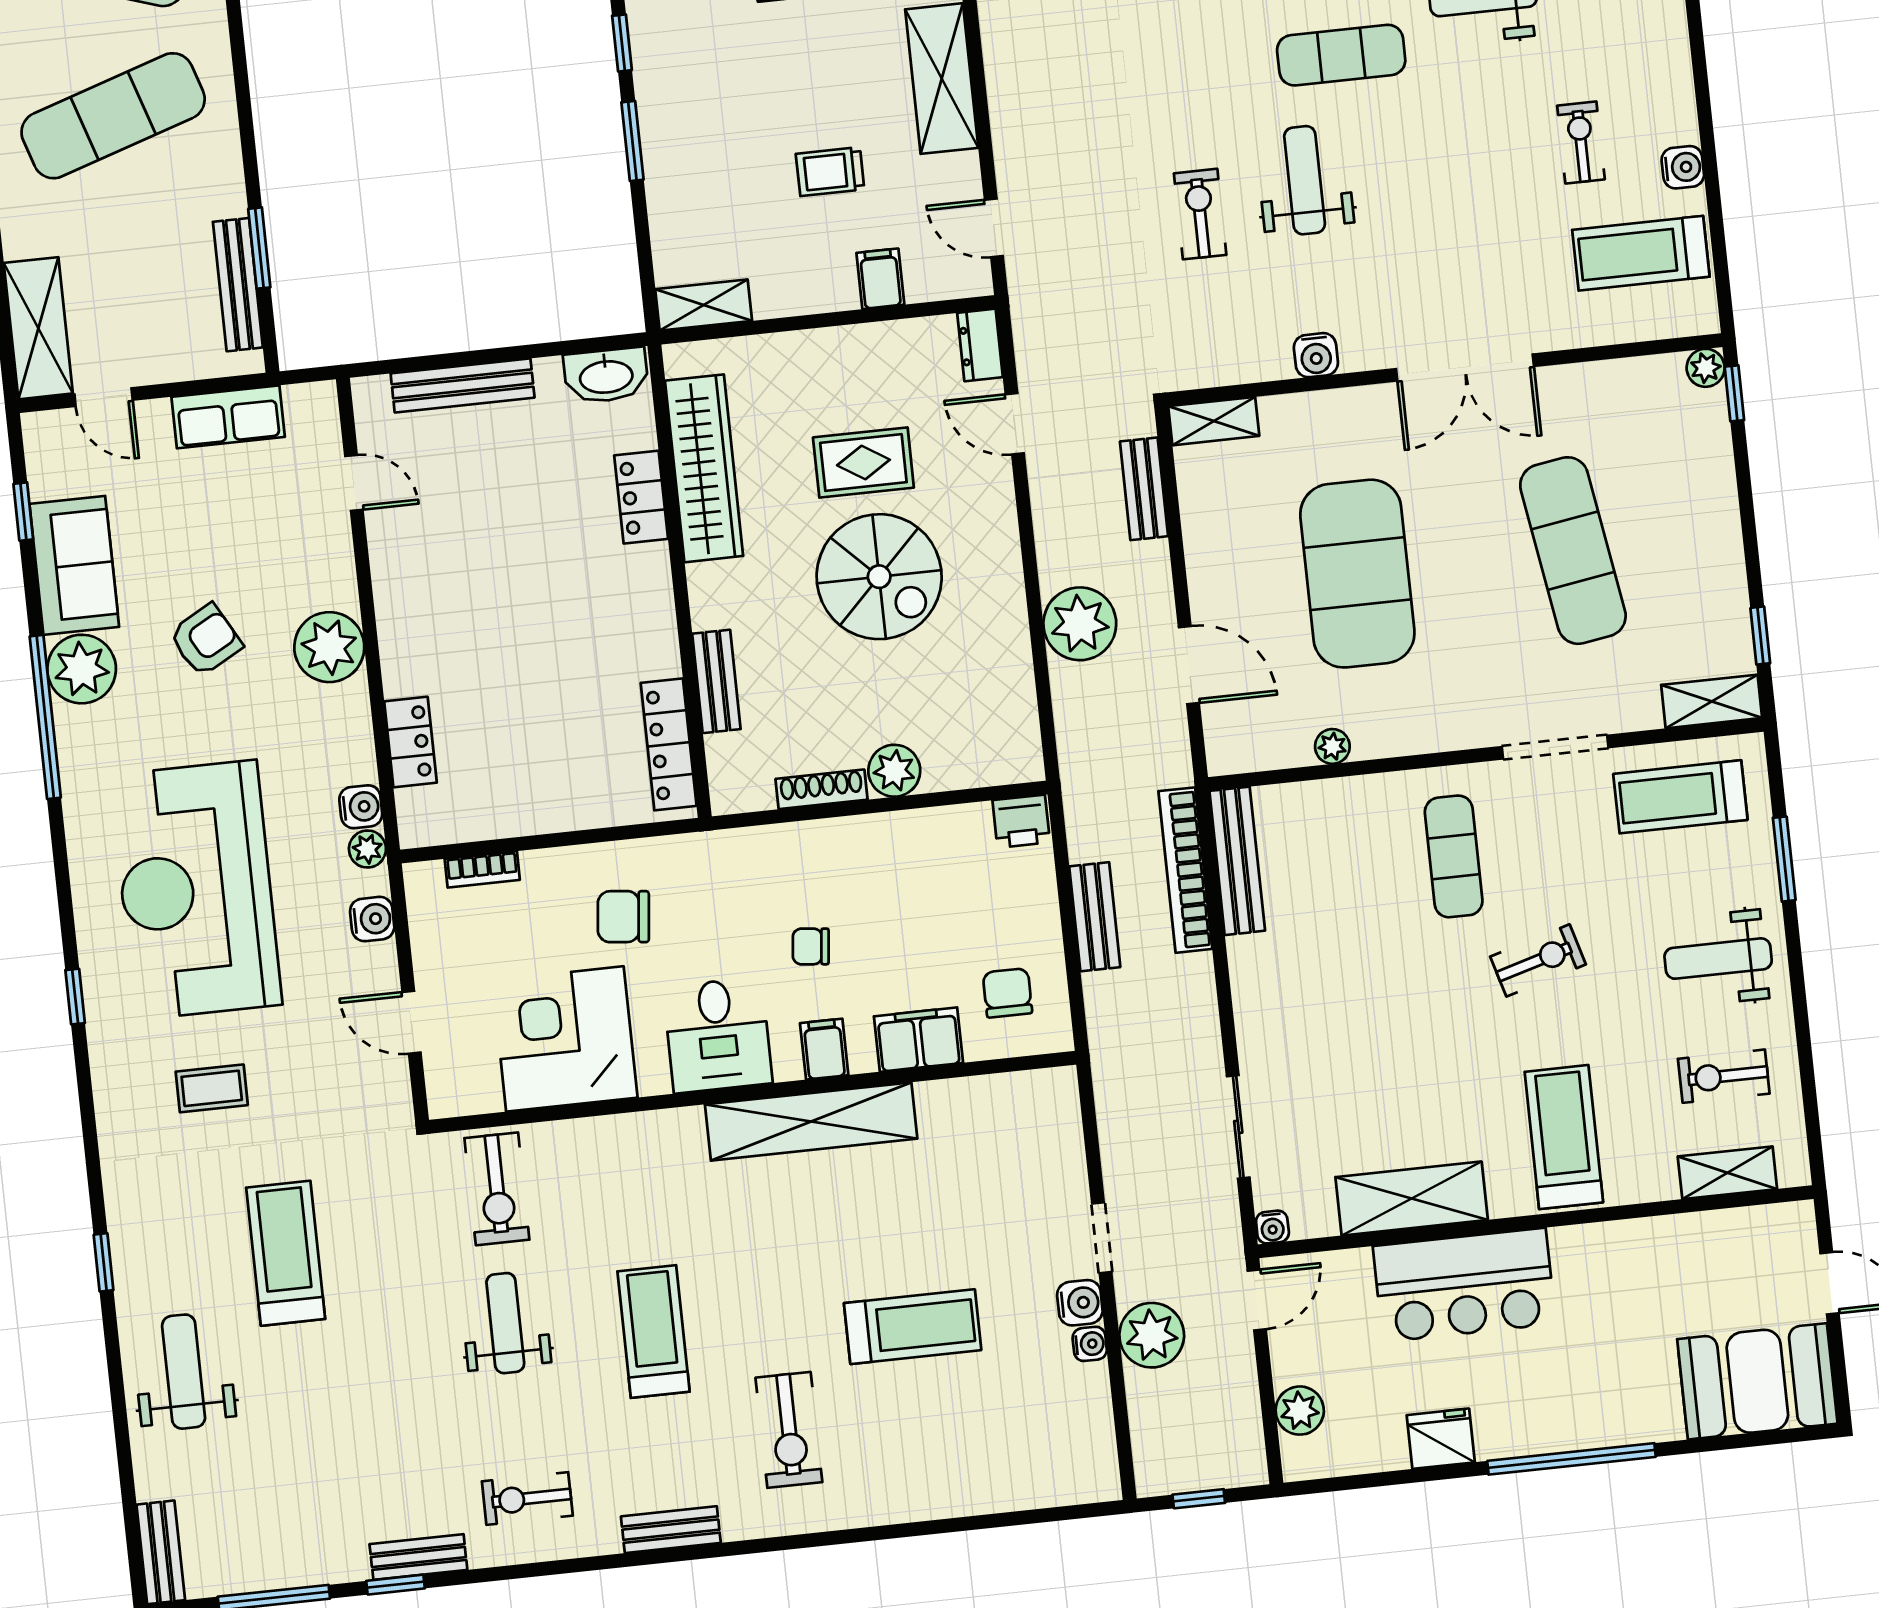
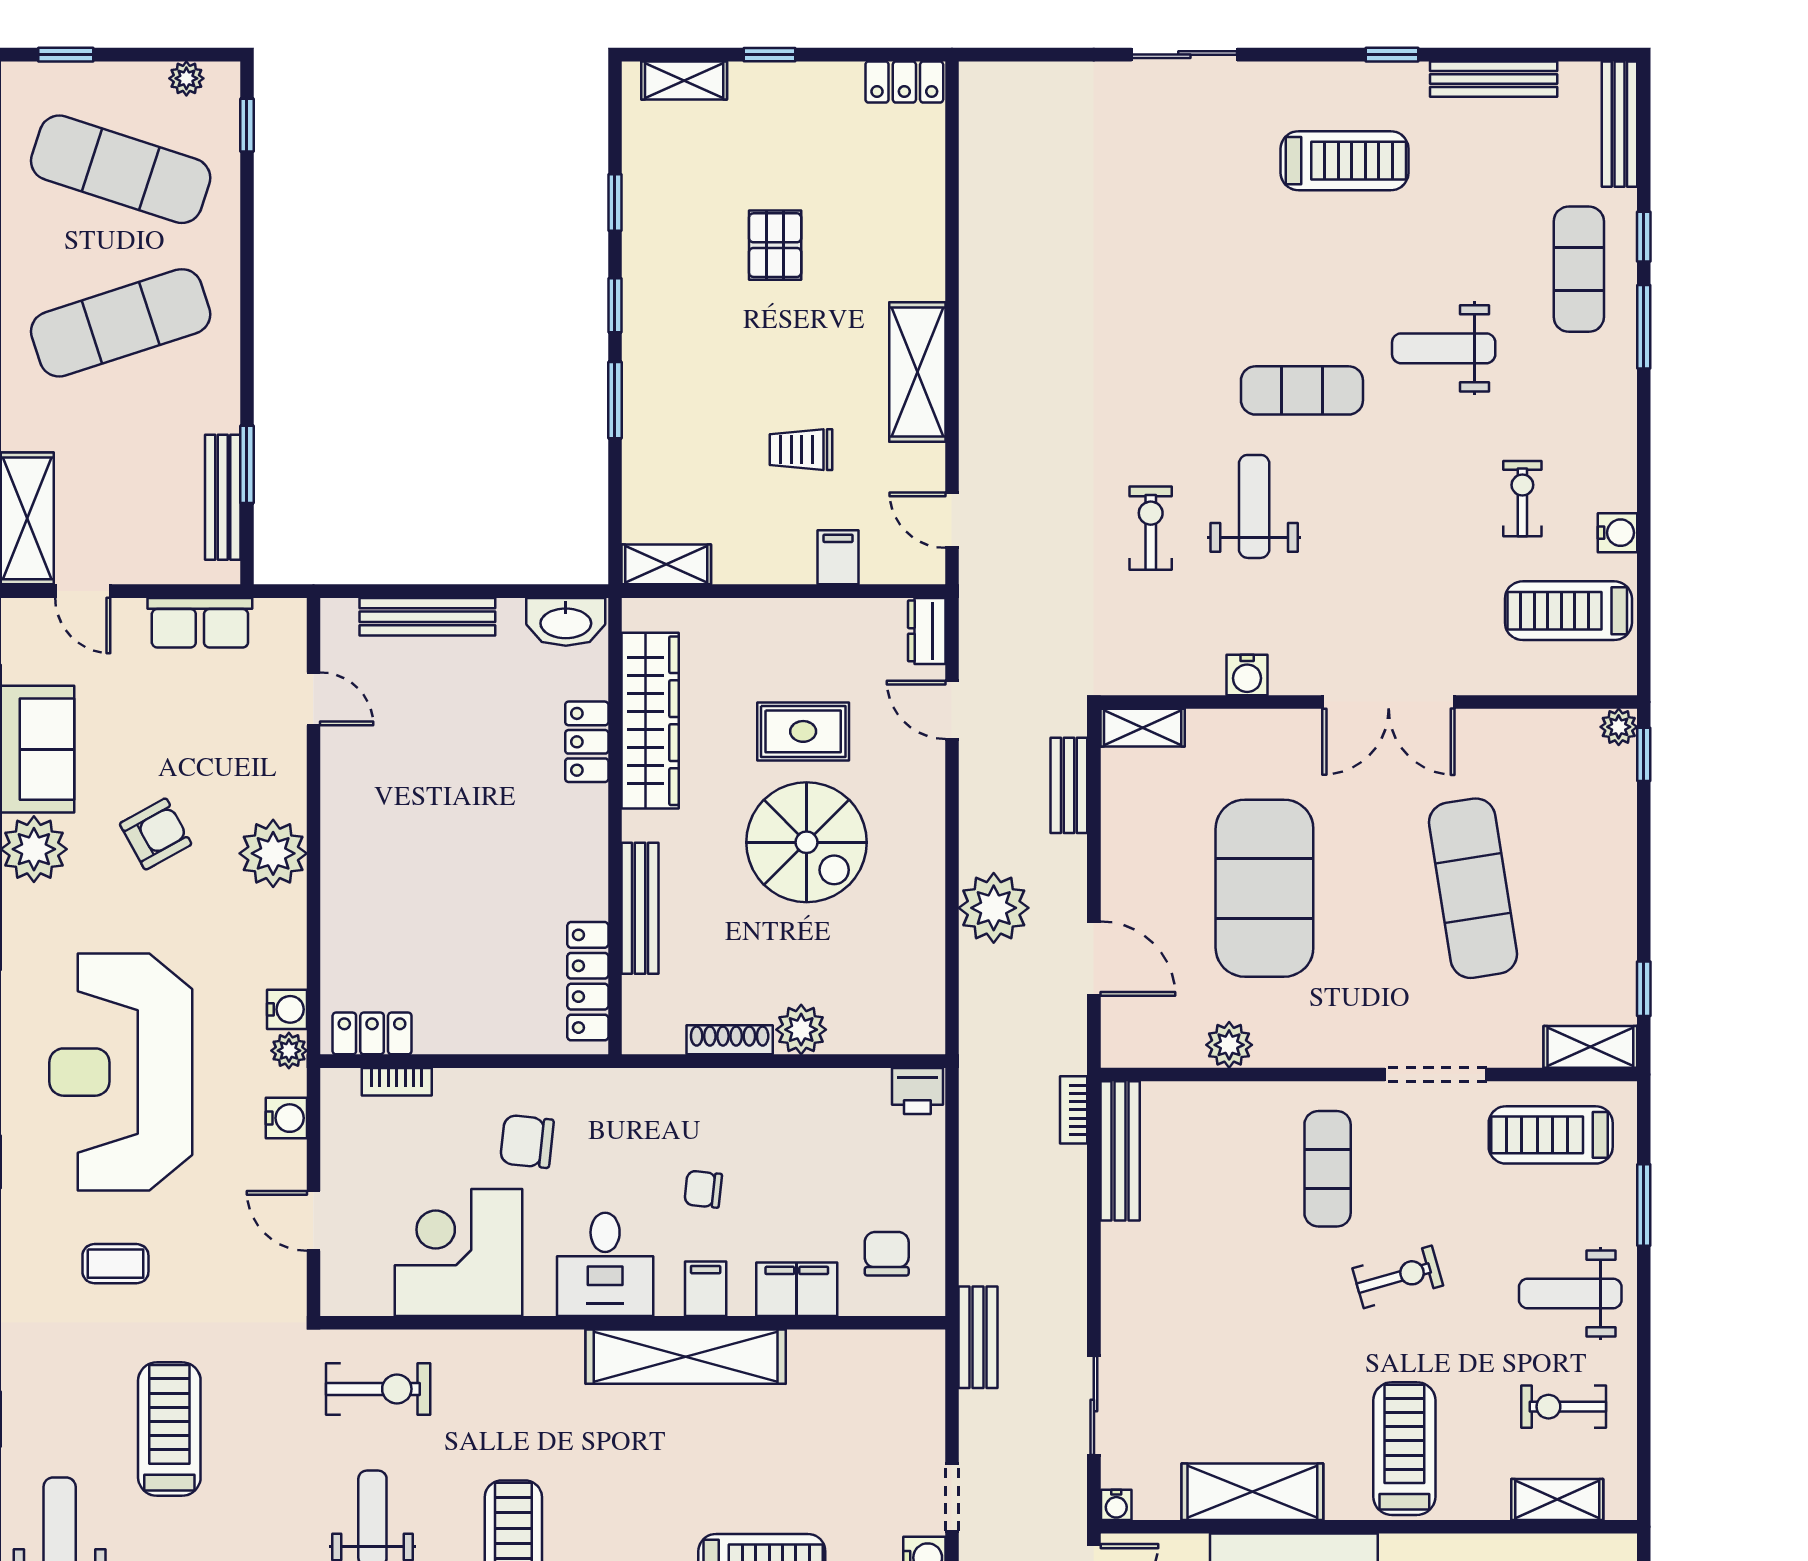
bench: (716, 681) -> (640, 908), width x1.36
locker: (410, 742) -> (372, 1033), moved, turned -90
plant: (1332, 746) -> (1229, 1045), width x1.38, depth x1.38
bookcase: (1185, 870) -> (1074, 1110), width x0.43, depth x0.76
bench: (1095, 917) -> (978, 1337), moved
exercise bike: (497, 1189) -> (378, 1389), turned -90

